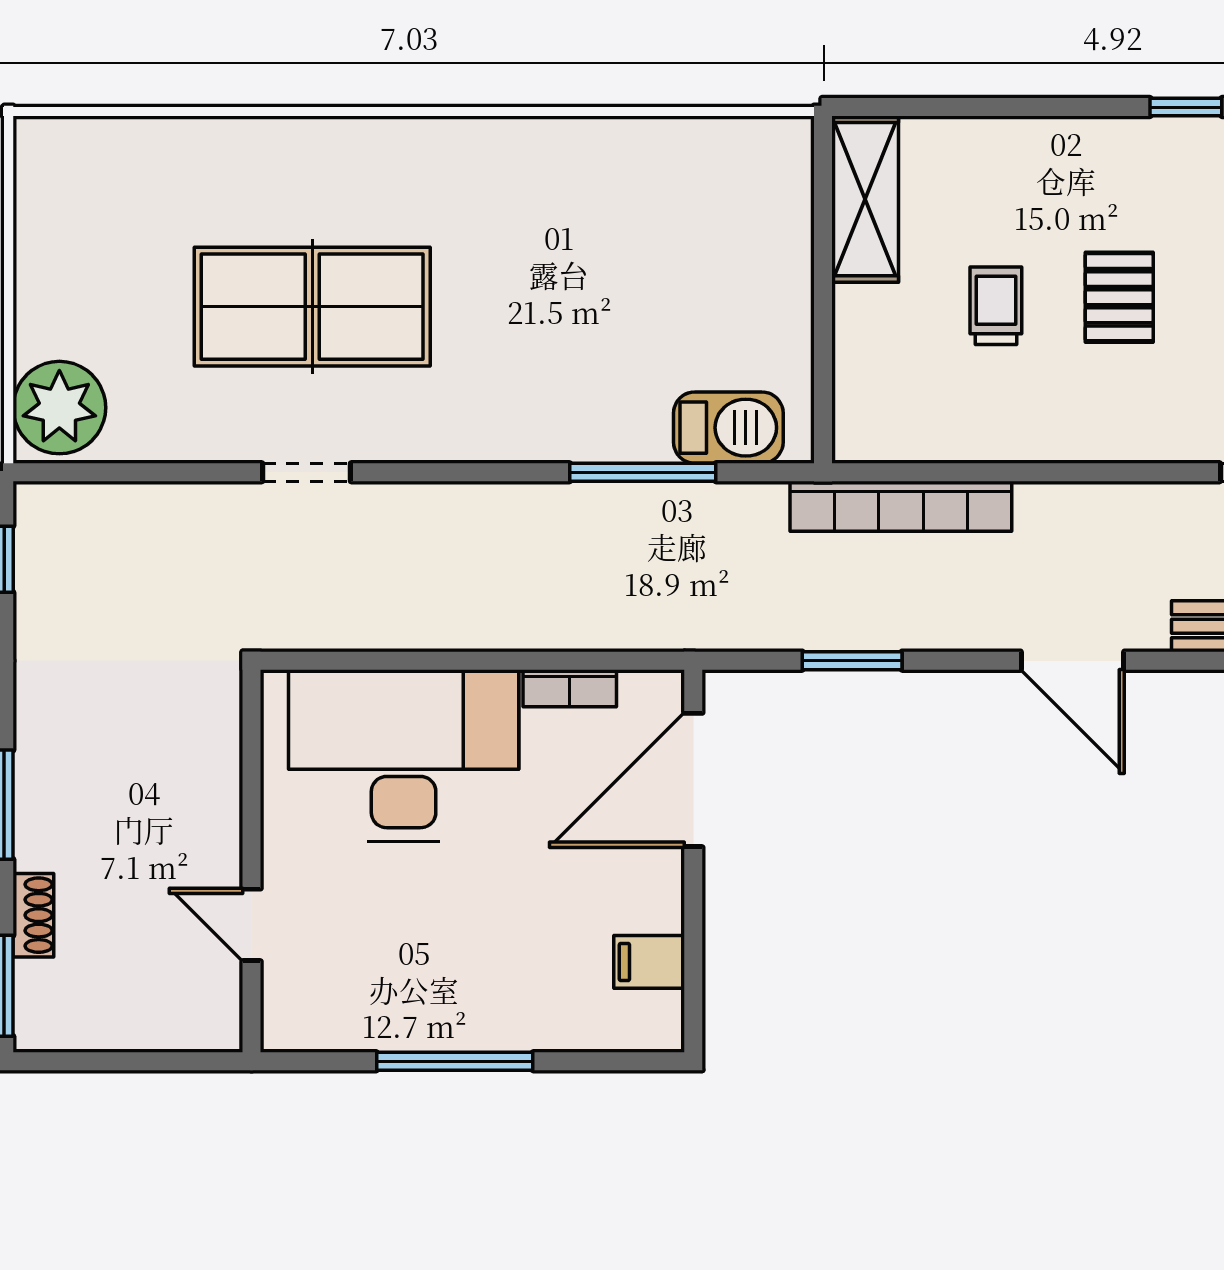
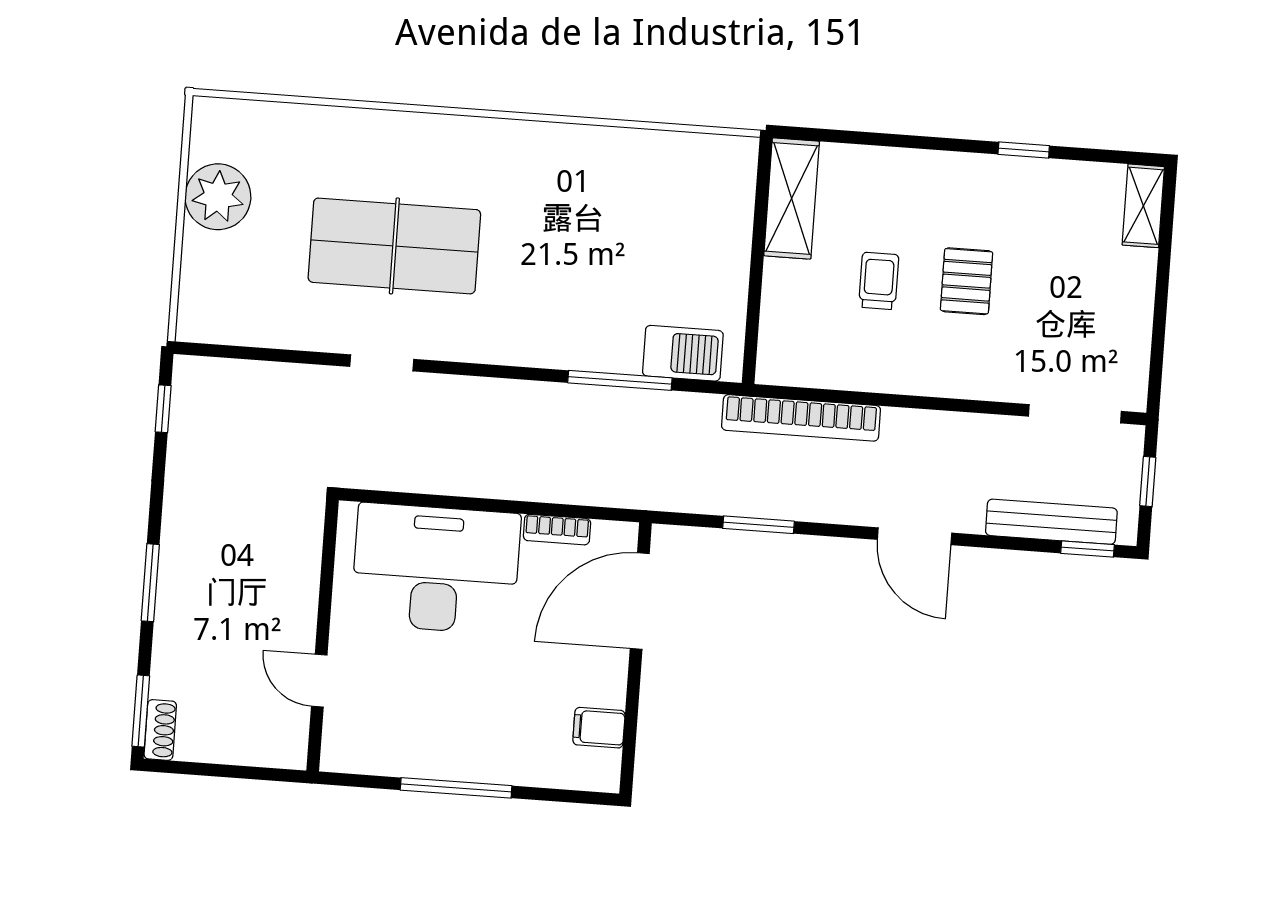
plant: (59, 408) -> (218, 197), moved
shoe rack: (33, 915) -> (160, 730), moved

